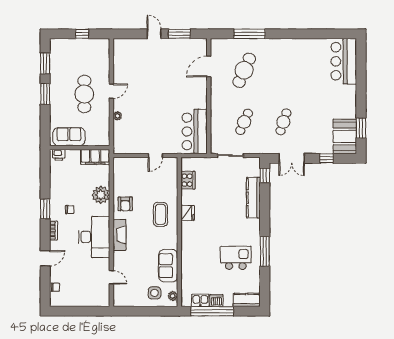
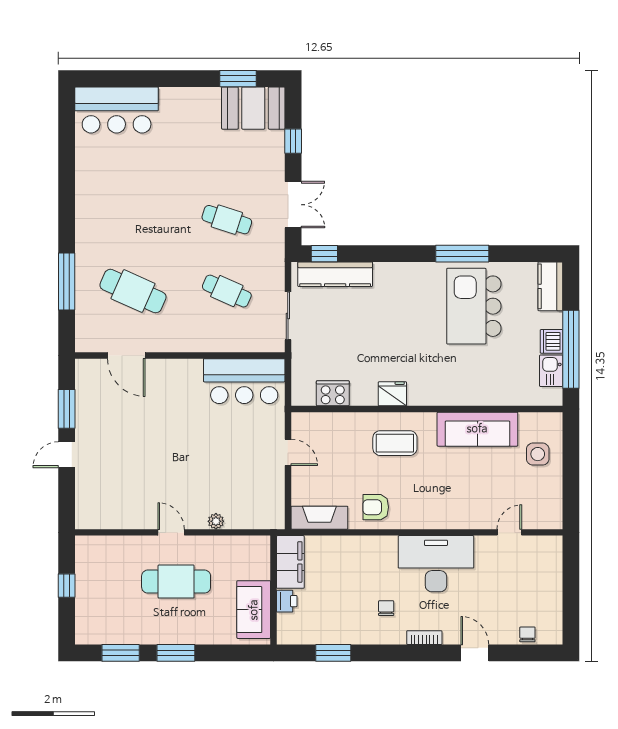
printer: (59, 155) -> (287, 601), moved
plant: (101, 195) -> (359, 552), removed
kitchen counter: (253, 198) -> (335, 274), moved
armchair: (125, 204) -> (376, 507), turned 180
window: (45, 209) -> (333, 653), moved
fireplace: (119, 235) -> (319, 518), moved
kitchen island: (236, 258) -> (474, 306), width x1.37, depth x1.28
sofa: (168, 266) -> (477, 429), width x1.36
plant: (173, 296) -> (543, 421), removed

